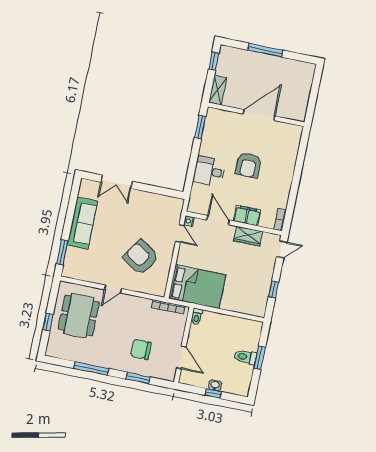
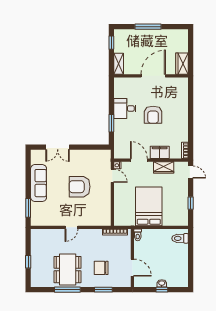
wardrobe: (299, 107) -> (182, 64), added
window: (200, 127) -> (111, 123), moved
desk: (209, 171) -> (125, 108), moved
door: (282, 249) -> (191, 172), hinge flipped
armchair: (141, 257) -> (80, 187), moved, turned -33
bed: (197, 287) -> (149, 206), moved, turned -90
dining table: (79, 316) -> (68, 270), moved
toilet: (245, 357) -> (180, 238), moved
window: (260, 358) -> (191, 256), removed

